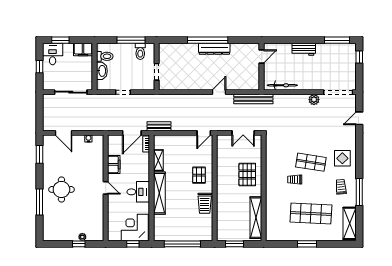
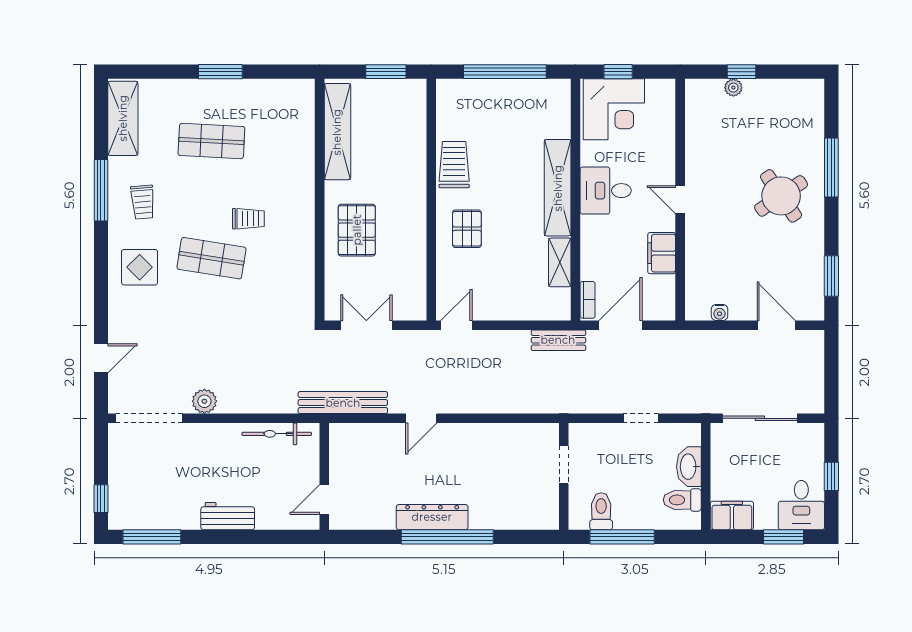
round table: (61, 189) -> (781, 196), turned -34
shop shelf: (311, 214) -> (211, 141), width x0.70, depth x0.74

